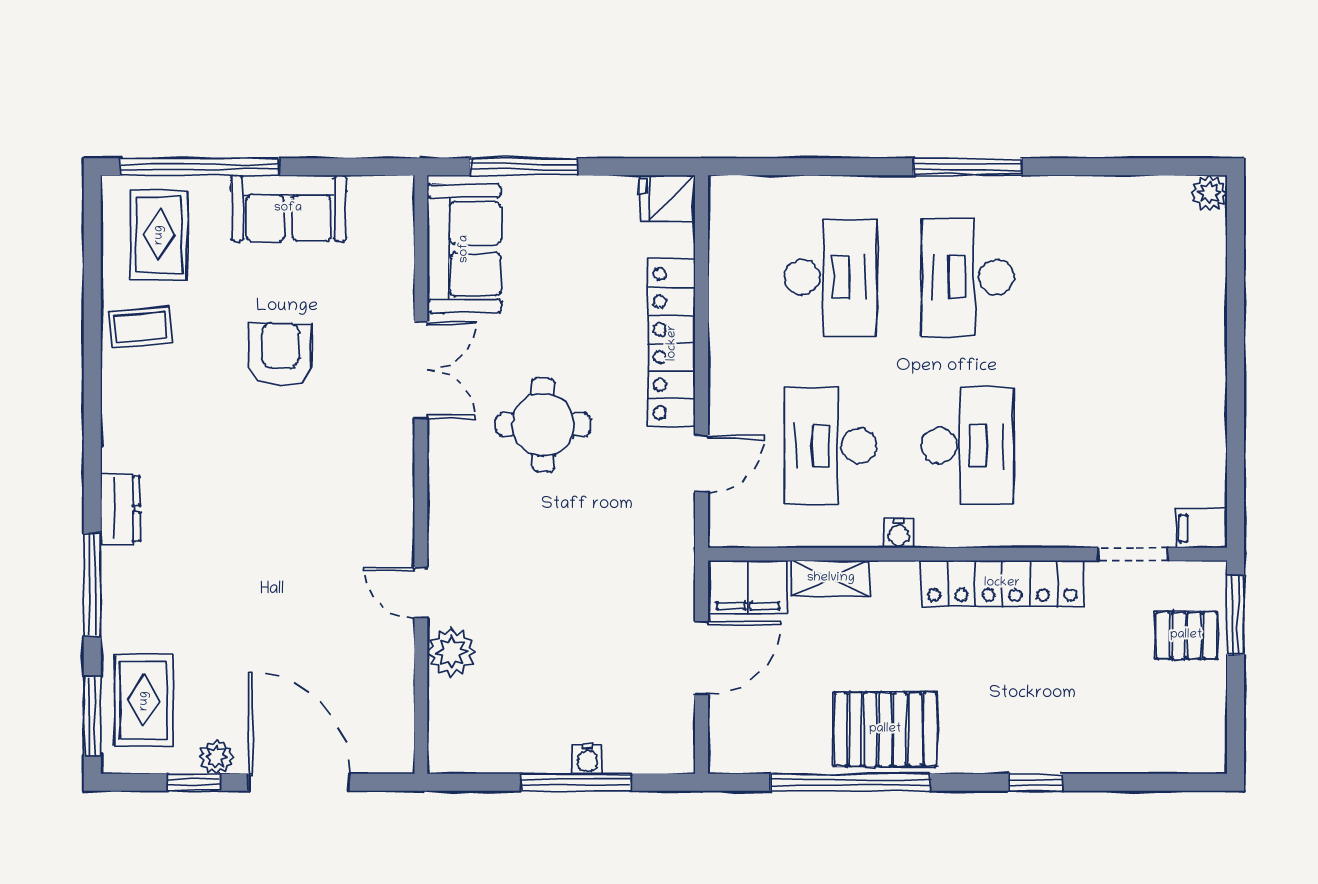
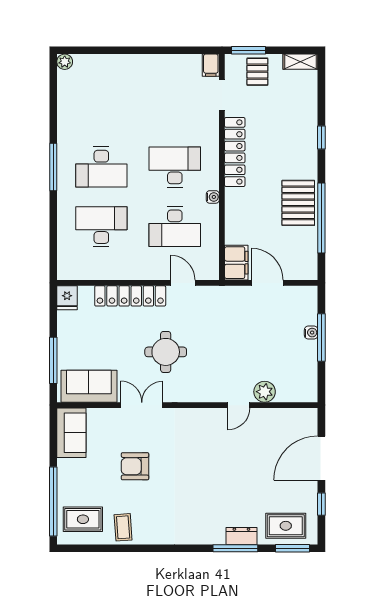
sofa: (288, 208) -> (71, 433), moved
dresser: (120, 509) -> (241, 536), moved
shelving: (831, 578) -> (300, 62), moved, turned 90
plant: (216, 757) -> (310, 494), removed

